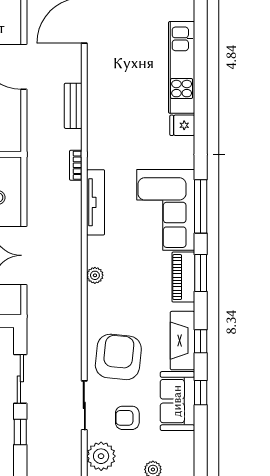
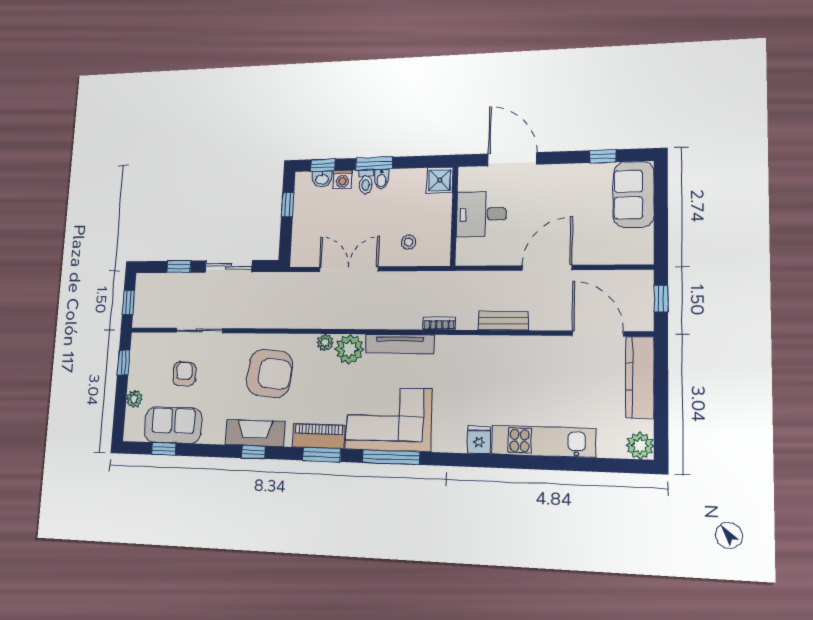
armchair: (118, 357) -> (270, 373), moved
window: (201, 393) -> (164, 449), moved
sofa: (177, 401) -> (173, 425), moved
plant: (101, 456) -> (349, 349), moved

